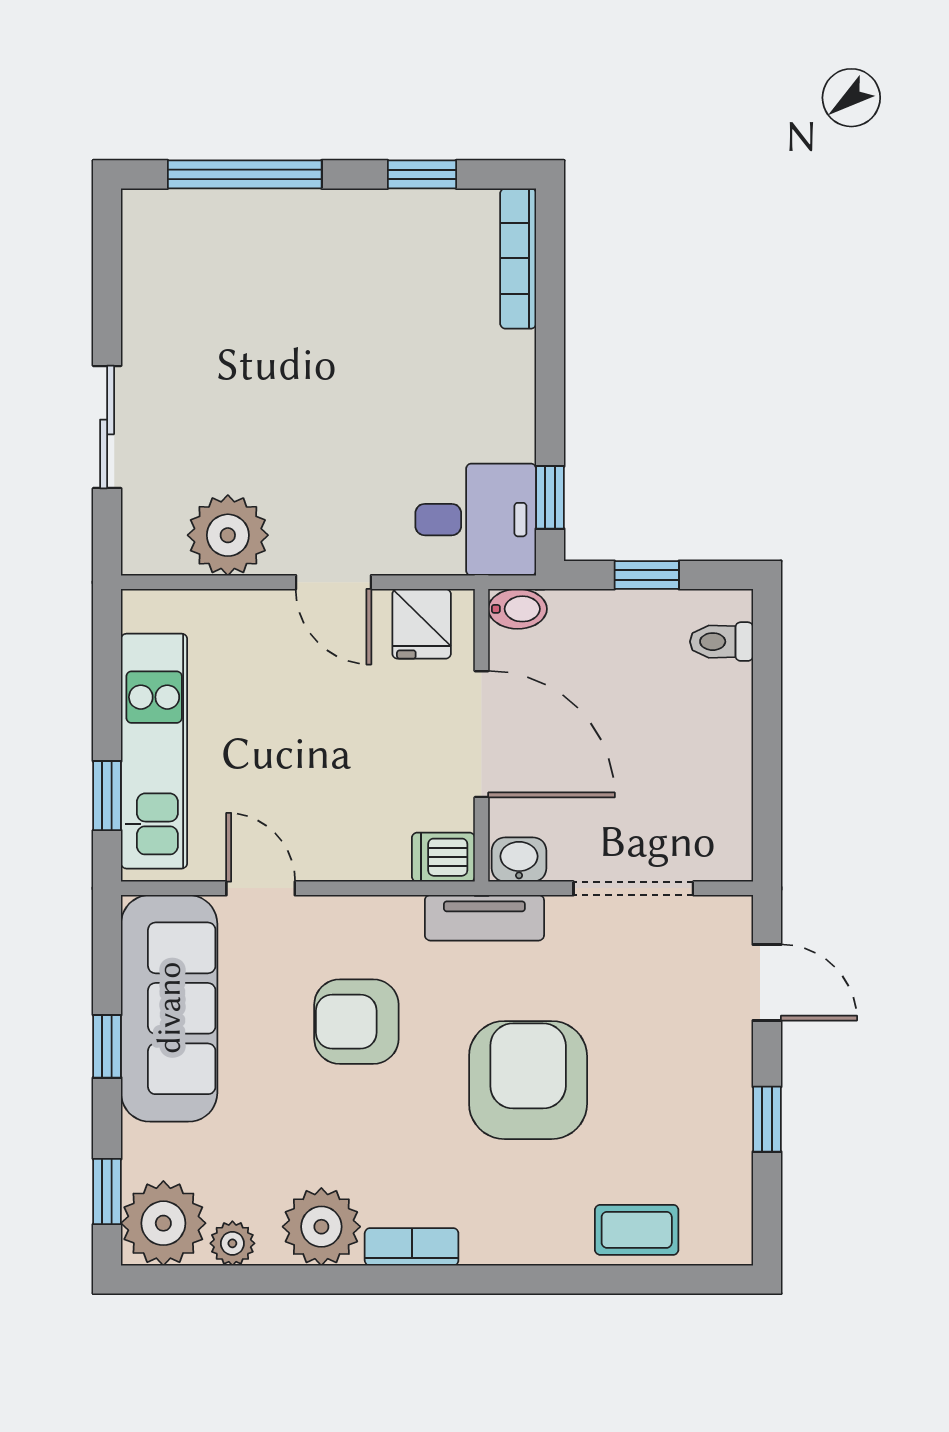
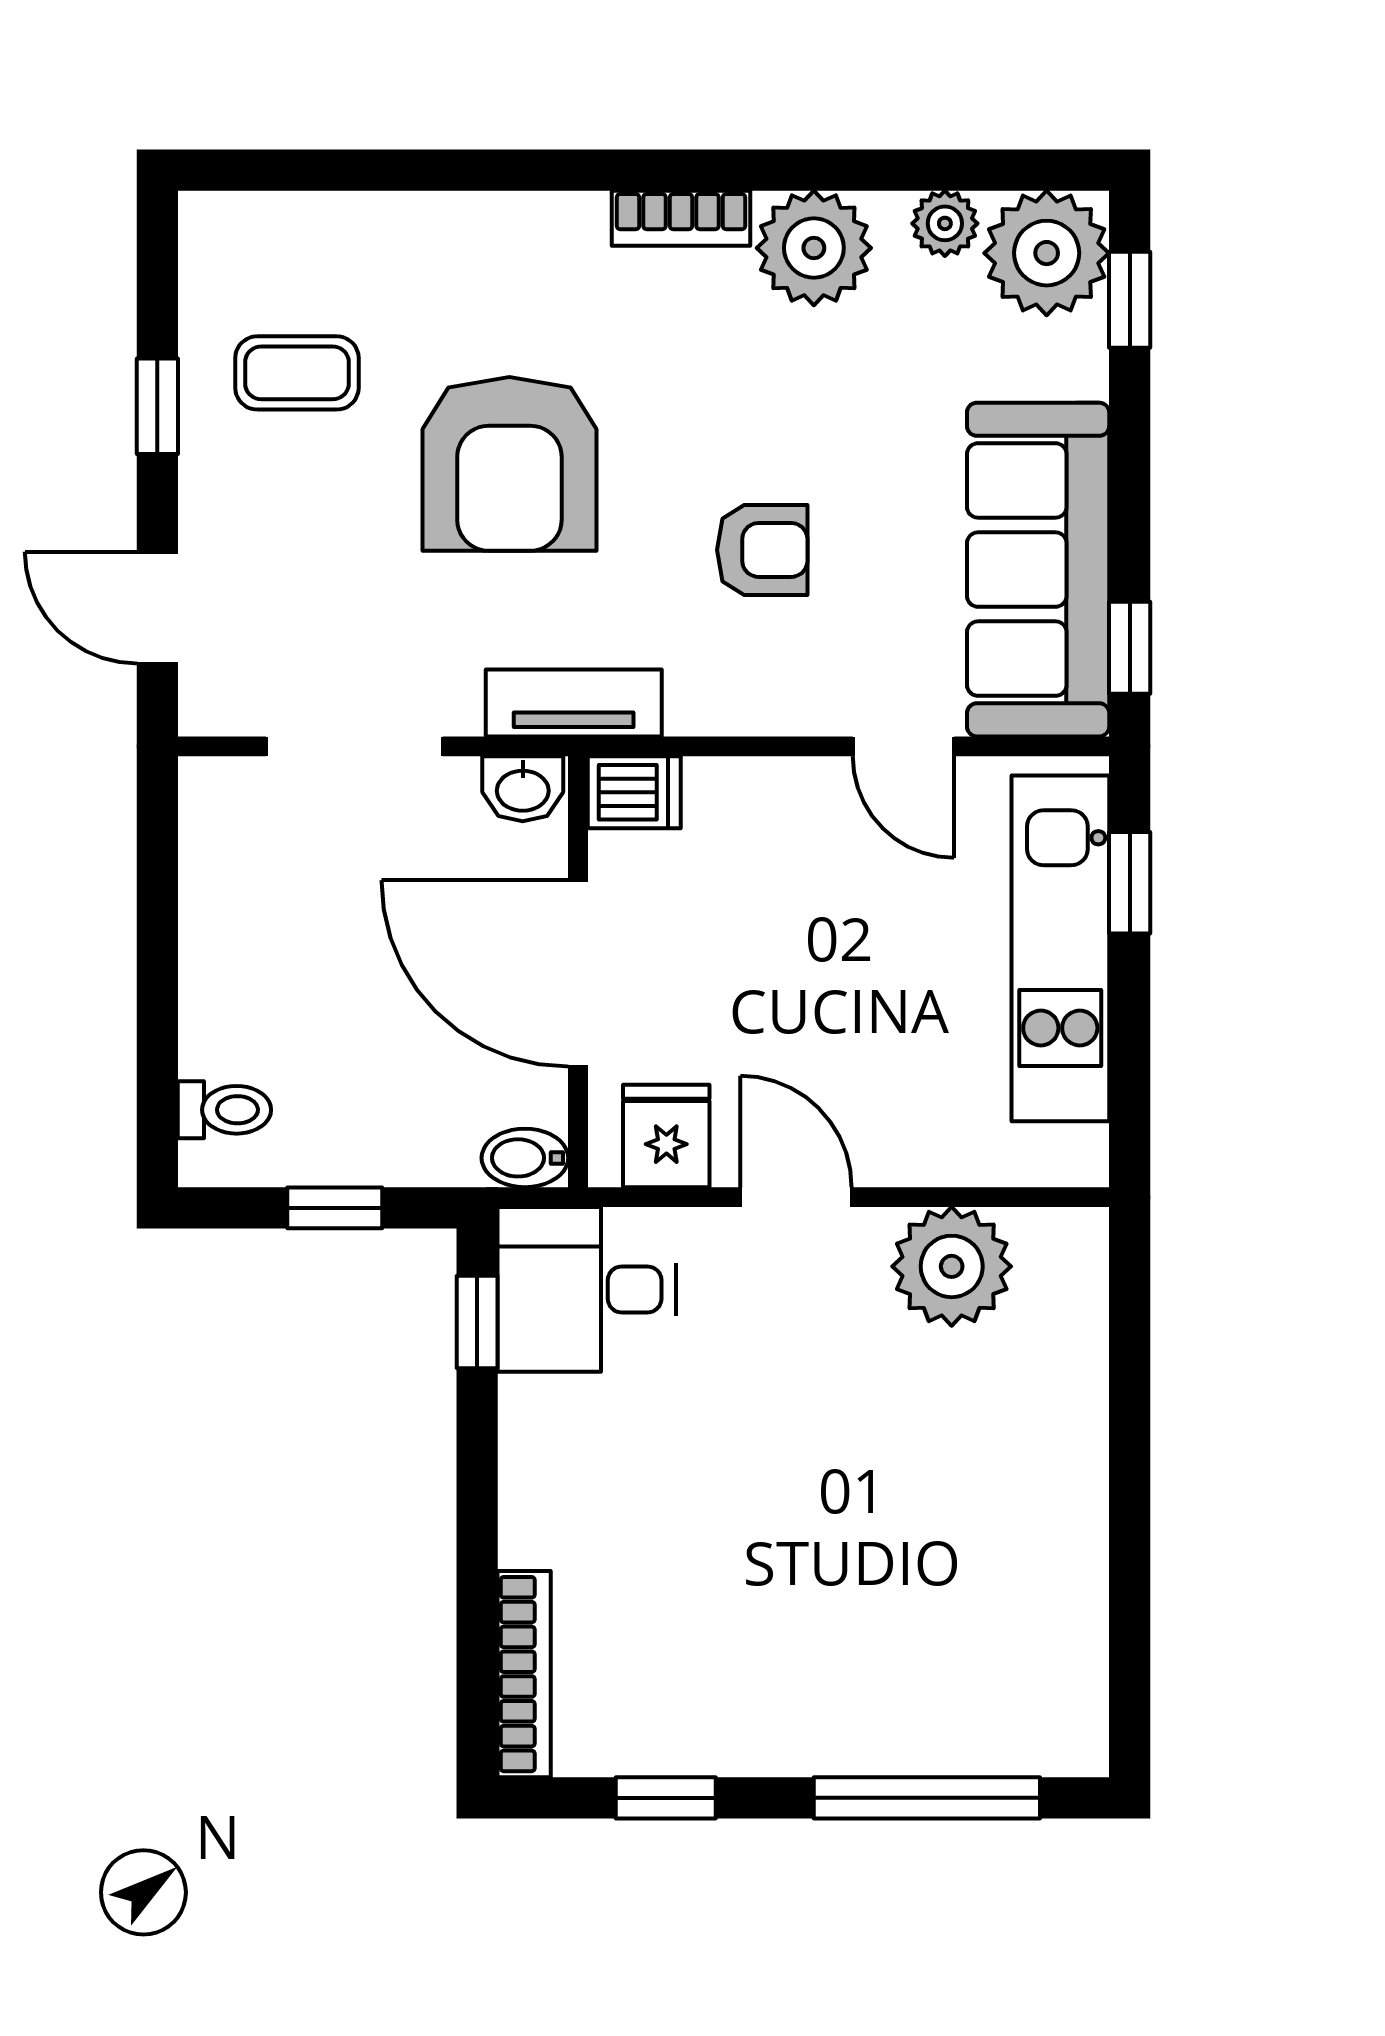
sliding door: (107, 427) -> (1130, 1426), removed
armchair: (356, 1022) -> (762, 550), width x0.72, depth x0.72
window: (107, 1046) -> (1130, 648), moved
coffee table: (637, 1230) -> (297, 373), moved

